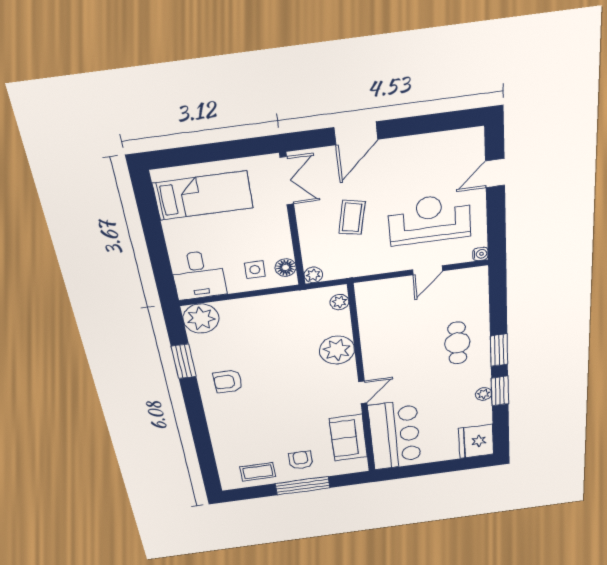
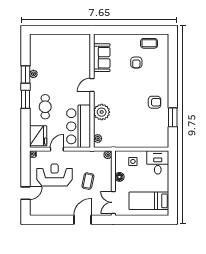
reception desk: (430, 219) -> (55, 175), turned 180
floor lamp: (286, 268) -> (119, 177), moved
plant: (201, 318) -> (161, 140), removed
bar counter: (395, 435) -> (79, 126), moved
fridge: (476, 441) -> (38, 136), moved
armchair: (301, 460) -> (136, 62), moved
window: (303, 486) -> (128, 30), removed

